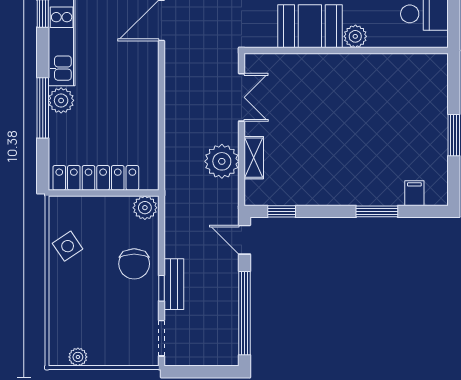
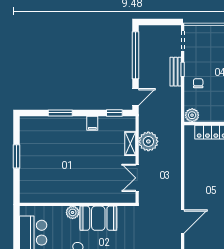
filing cabinet: (414, 193) -> (92, 123), moved
door: (244, 240) -> (135, 97), hinge flipped
chair: (134, 264) -> (198, 83), width x0.54, depth x0.54

